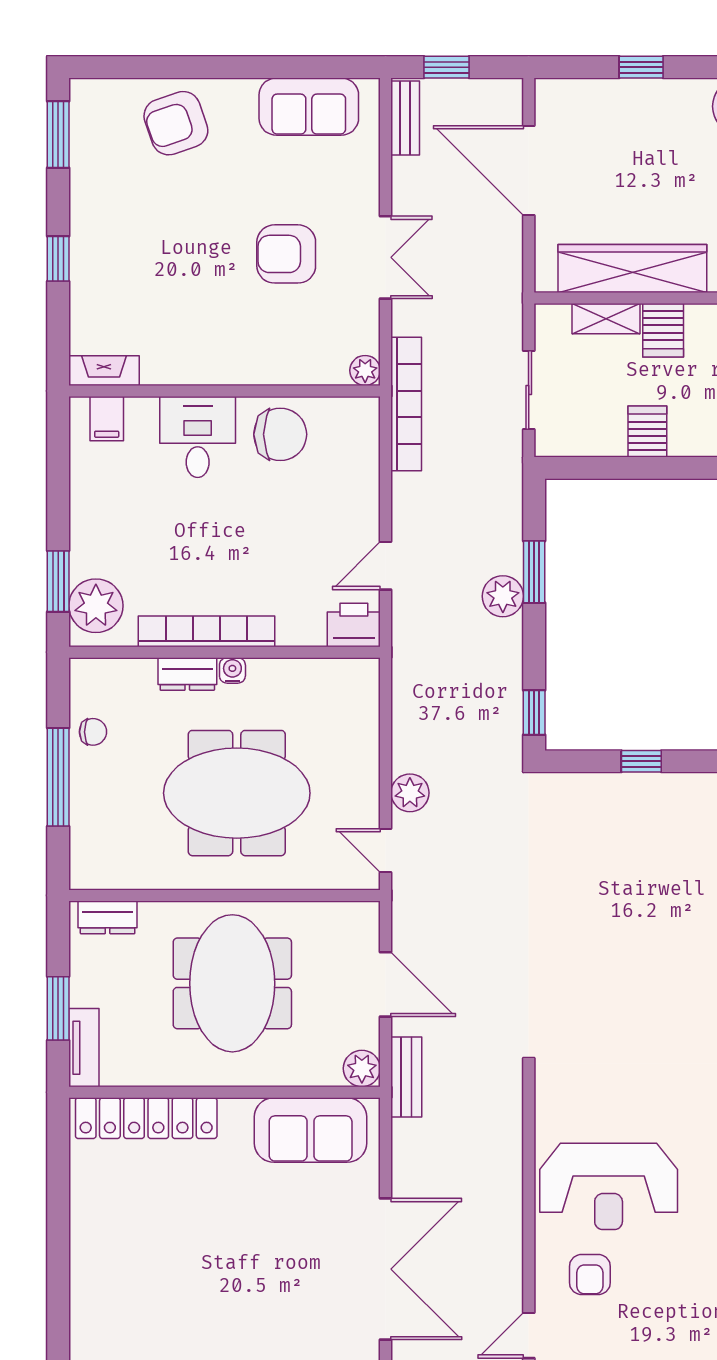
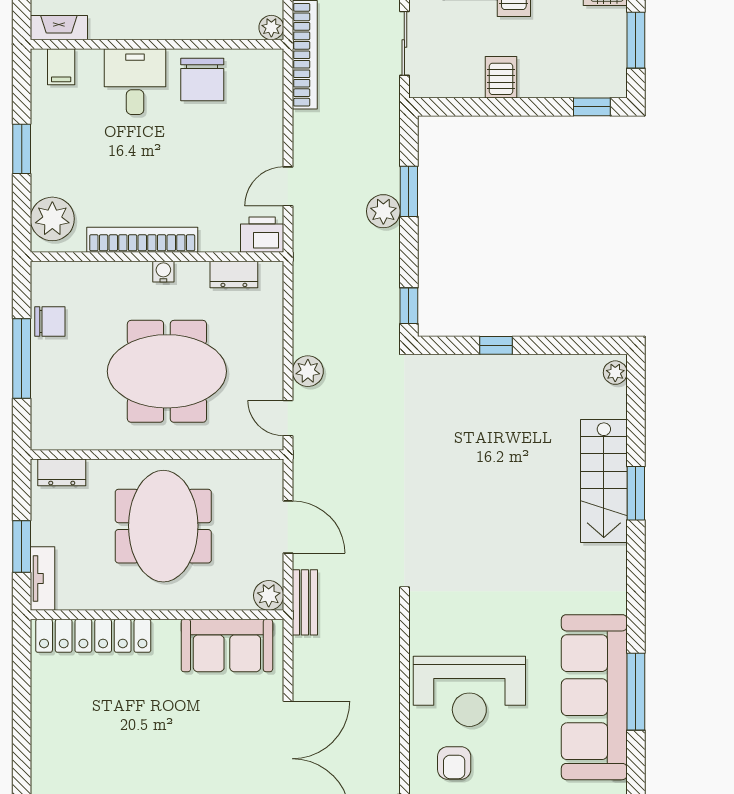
chair: (280, 434) -> (202, 80), turned 90
window: (58, 581) -> (22, 149), moved
dresser: (187, 674) -> (234, 274), moved
chair: (93, 732) -> (50, 321), width x1.37, depth x1.37

